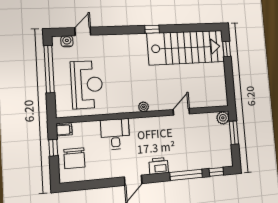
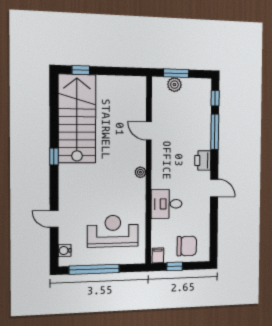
door: (83, 31) -> (54, 219), moved
plant: (223, 118) -> (174, 85), moved

